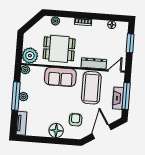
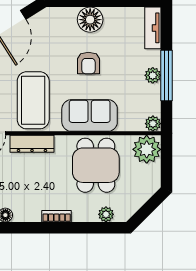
dining table: (59, 49) -> (96, 165), turned 90
armchair: (76, 120) -> (88, 63), moved

